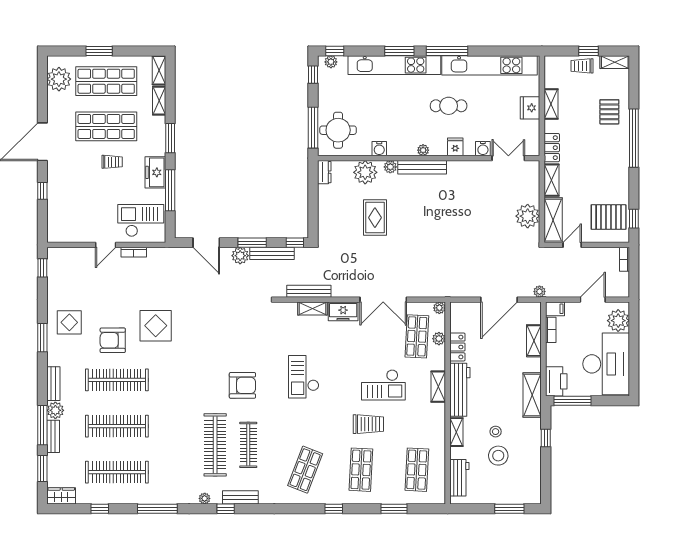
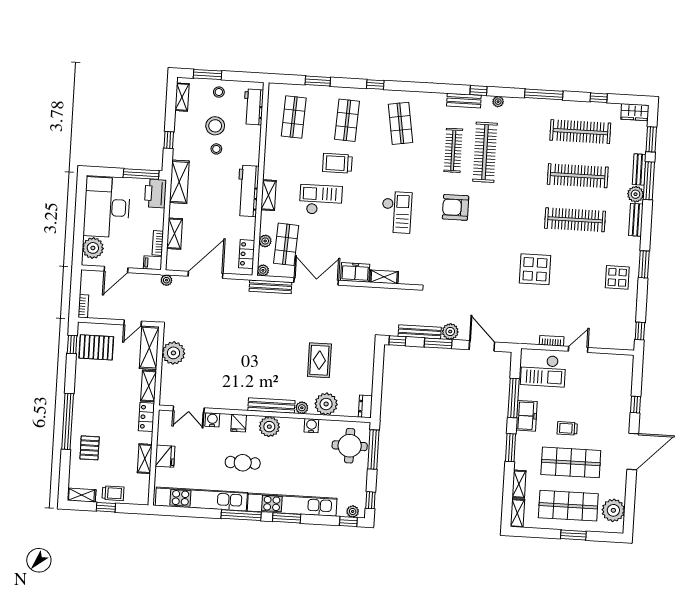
plant: (423, 150) -> (269, 427), width x1.88, depth x1.88
bench: (309, 291) -> (270, 287), moved
armchair: (113, 340) -> (577, 258), removed
locker: (457, 347) -> (247, 254), moved
shelving: (456, 432) -> (182, 97), moved
shop shelf: (305, 470) -> (400, 123), turned -30
stool: (496, 491) -> (219, 92), added

